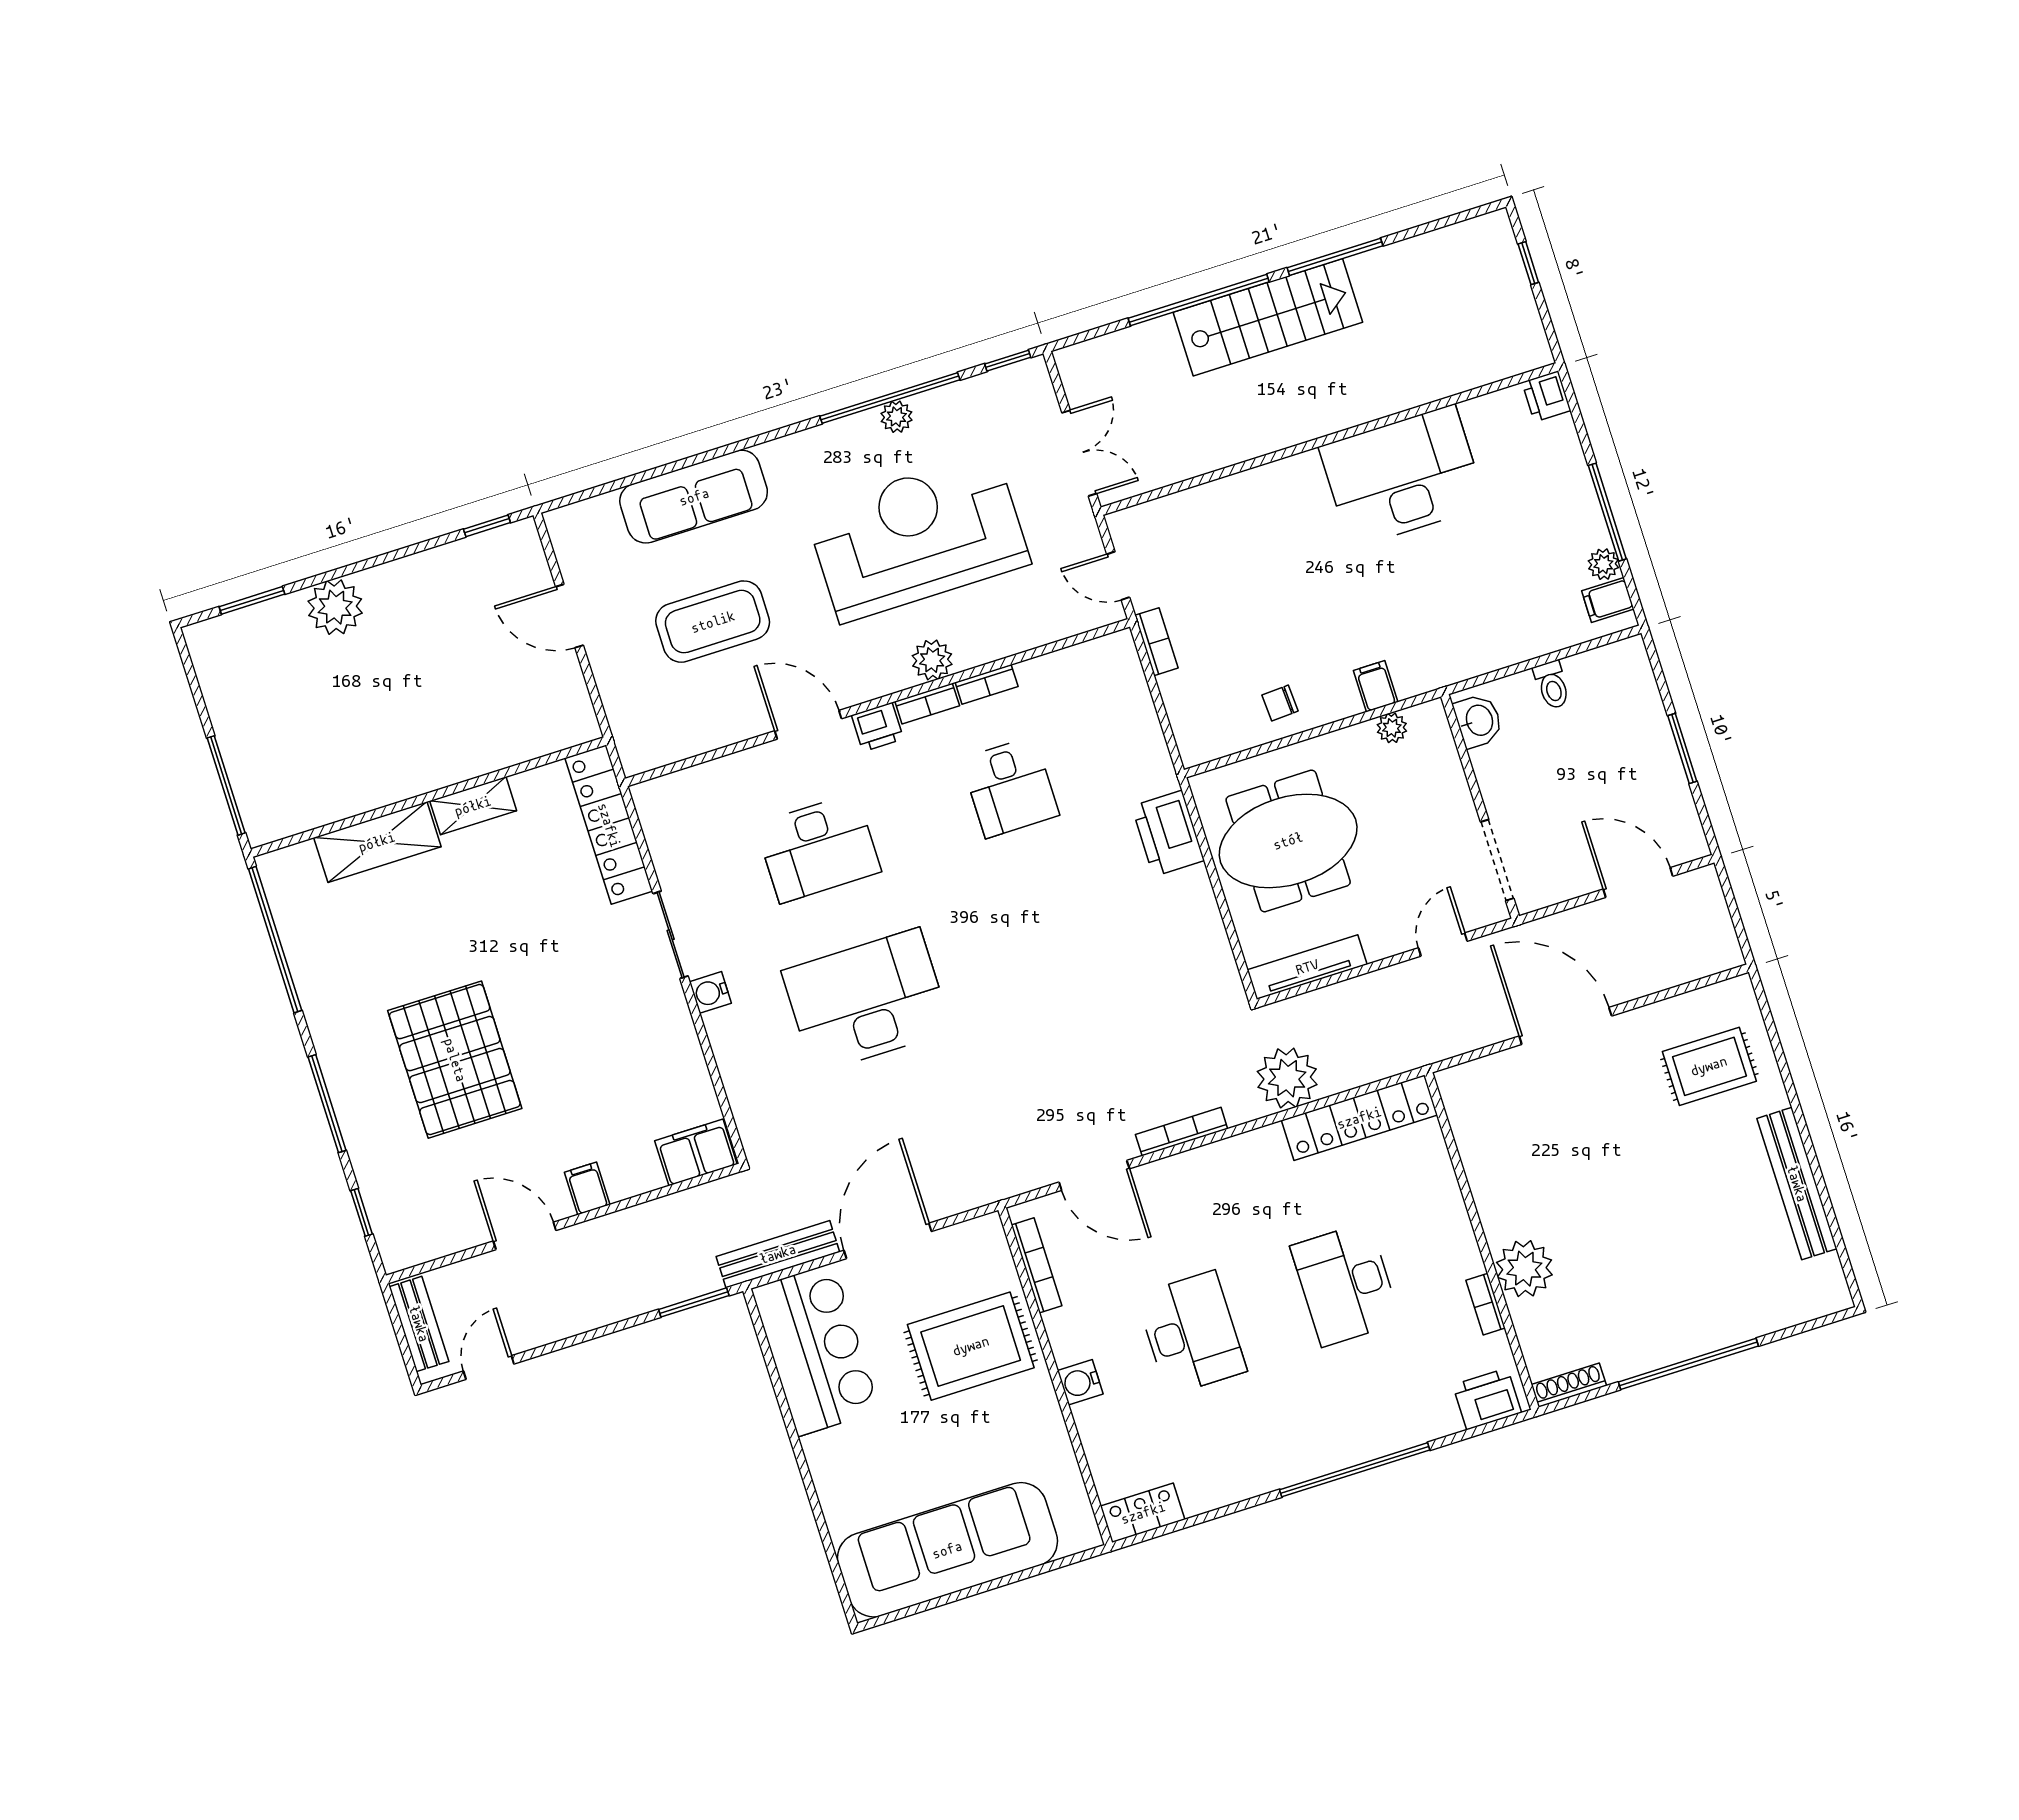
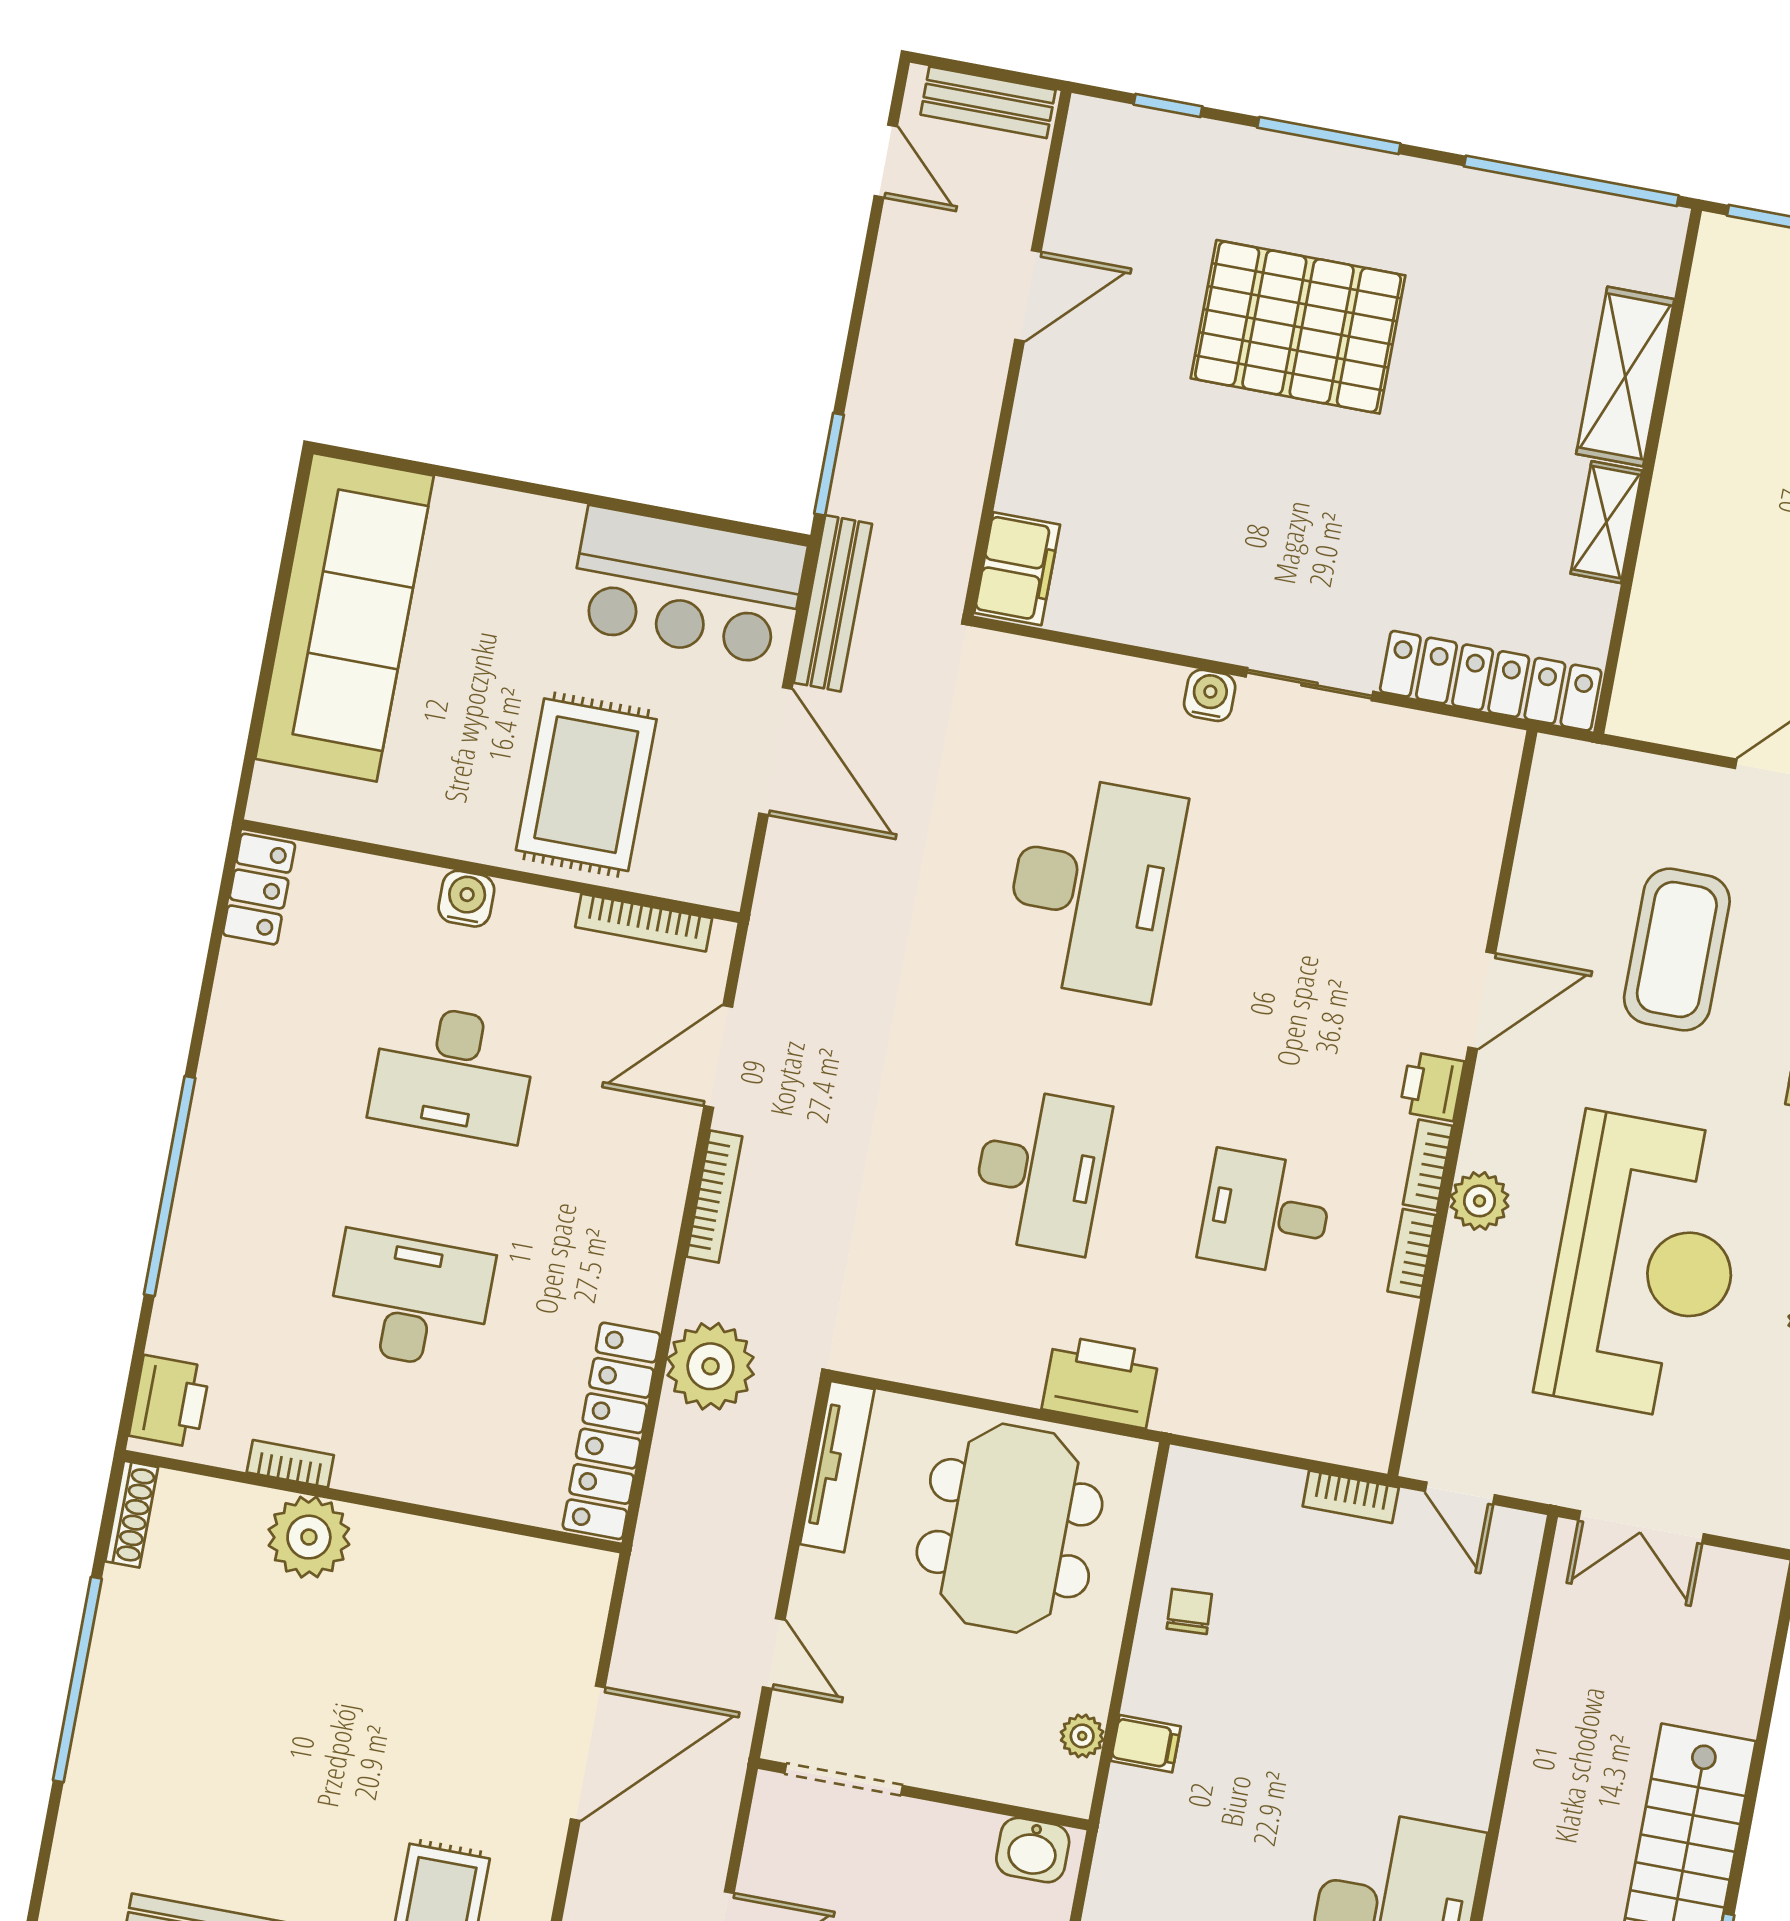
window: (1199, 300) -> (1754, 1782), removed
door: (1118, 576) -> (1460, 1493), swing flipped
desk: (818, 848) -> (1040, 1171), moved, turned 180
filing cabinet: (587, 1188) -> (1045, 407), removed

